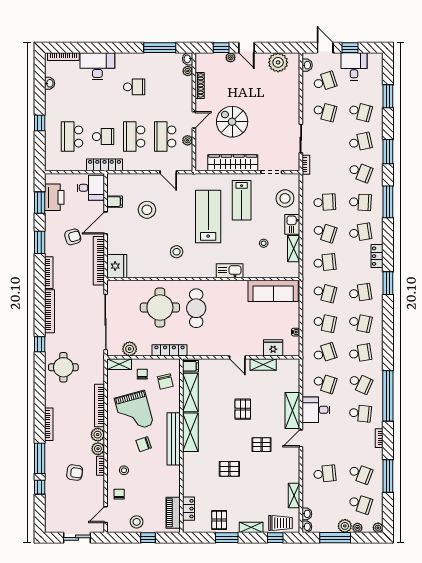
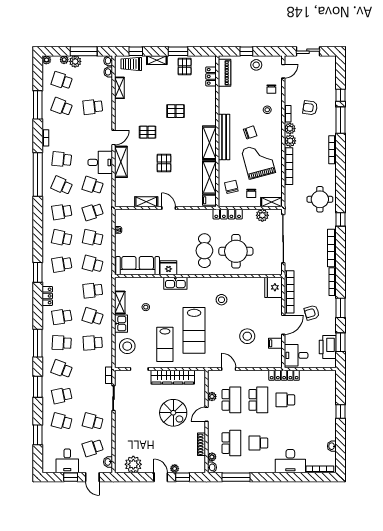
school desk: (72, 137) -> (231, 443), moved
lab bench: (242, 200) -> (165, 344), turned 180
fridge: (273, 348) -> (168, 268), moved, turned 180

